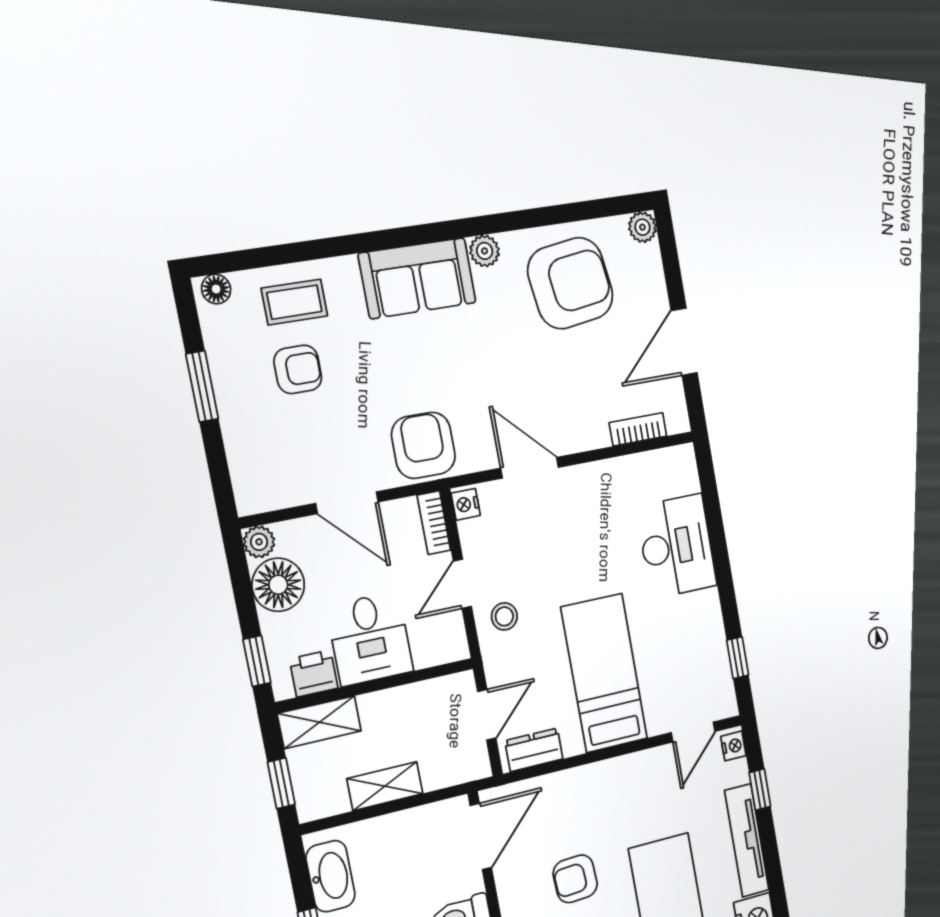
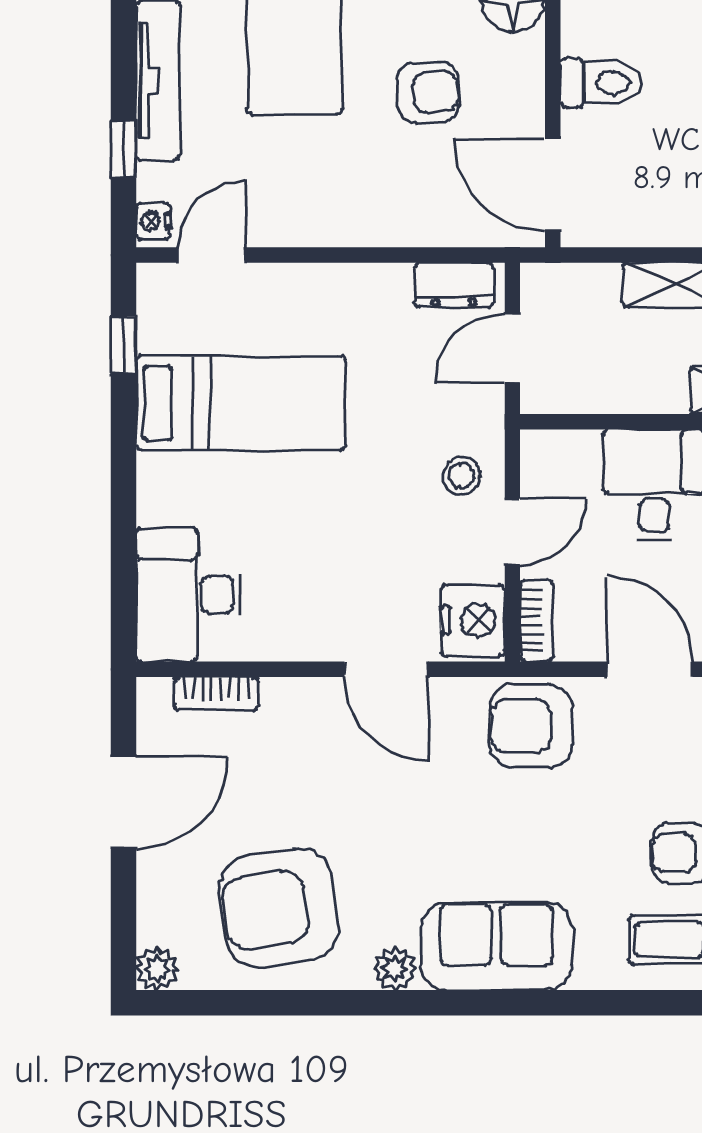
armchair: (423, 445) -> (531, 726), turned 90
nightstand: (466, 504) -> (473, 620), width x1.89, depth x1.79
desk: (676, 546) -> (189, 595), moved
bed: (604, 673) -> (241, 403), moved, turned -90
door: (481, 837) -> (553, 185), hinge flipped

